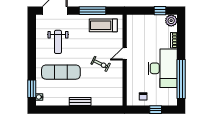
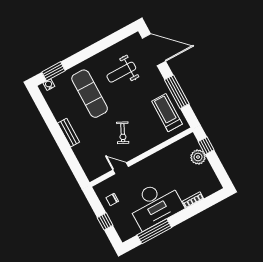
window: (160, 11) -> (206, 146), moved
plant: (171, 21) -> (198, 157), moved
door: (125, 54) -> (121, 168), moved
window: (181, 79) -> (154, 231), width x0.68

